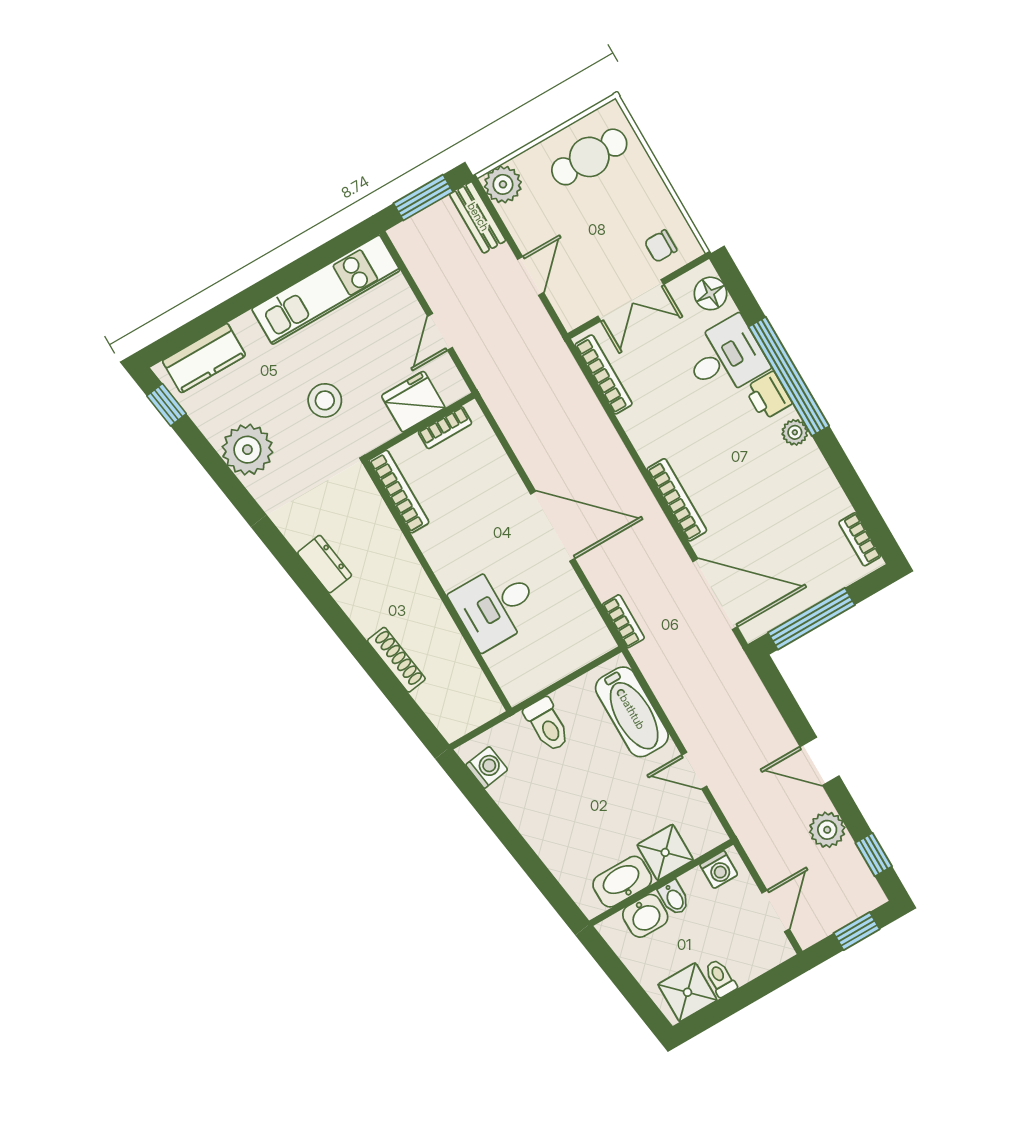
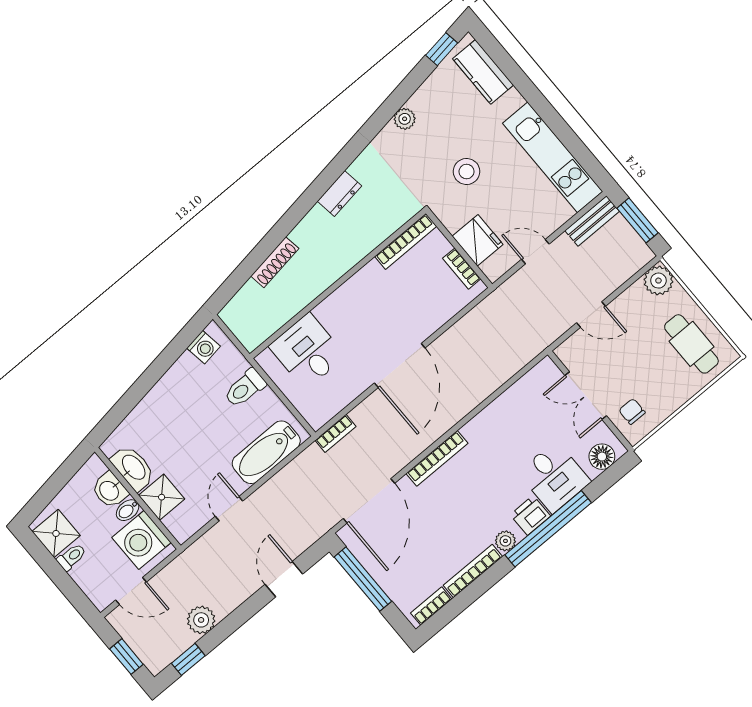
bench: (478, 217) -> (592, 221), moved
bookcase: (604, 374) -> (473, 571), moved, turned 180
plant: (247, 450) -> (405, 119), width x0.53, depth x0.53
desk: (496, 606) -> (307, 351), moved
door: (820, 761) -> (284, 579), moved
washing machine: (719, 870) -> (141, 540), width x1.89, depth x1.89

